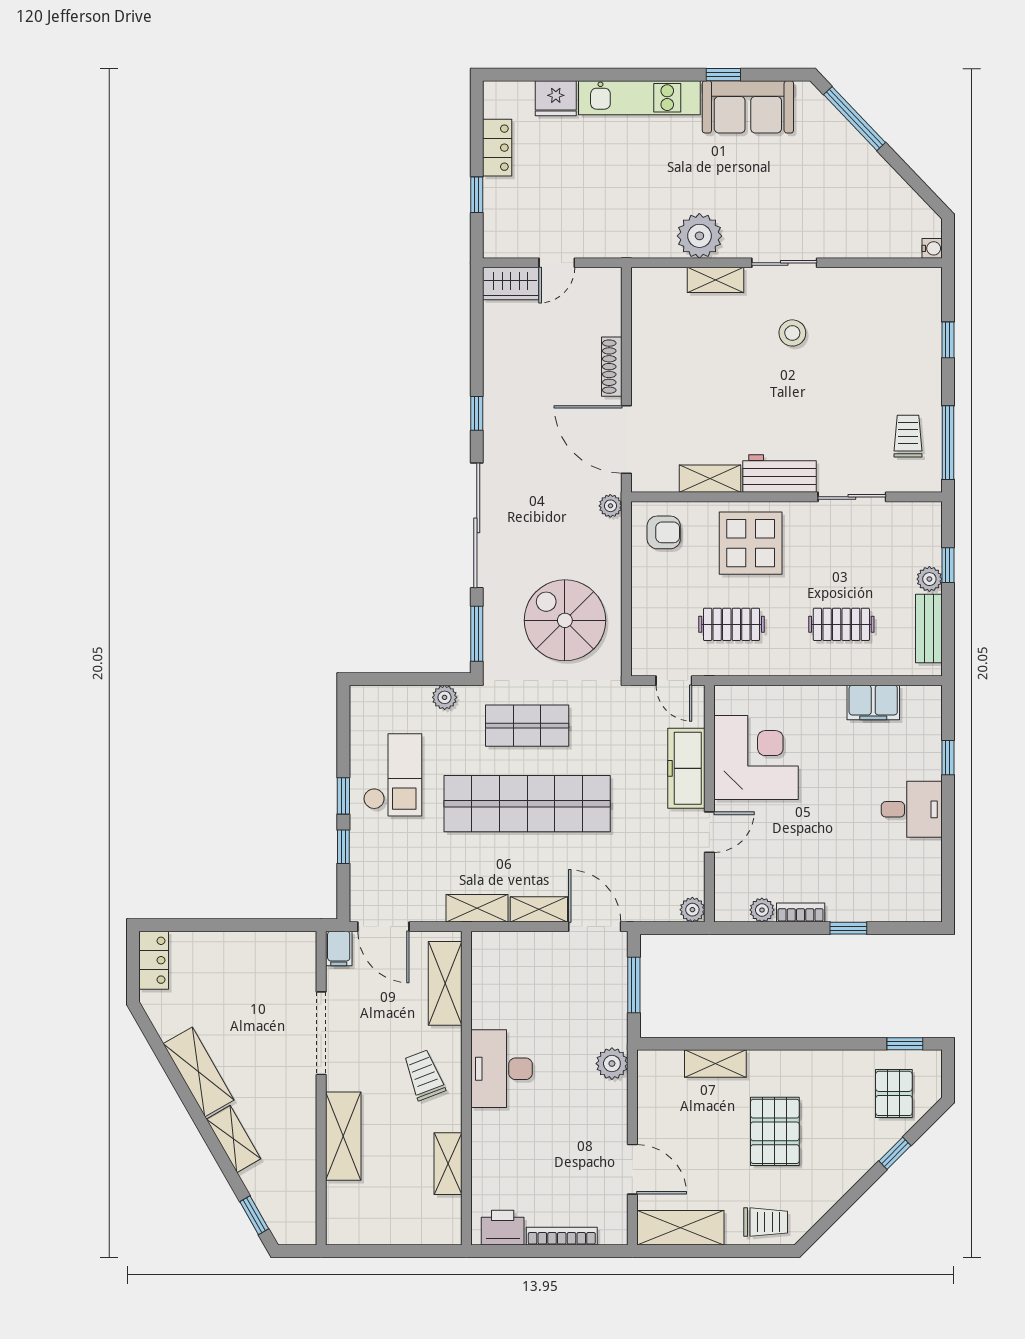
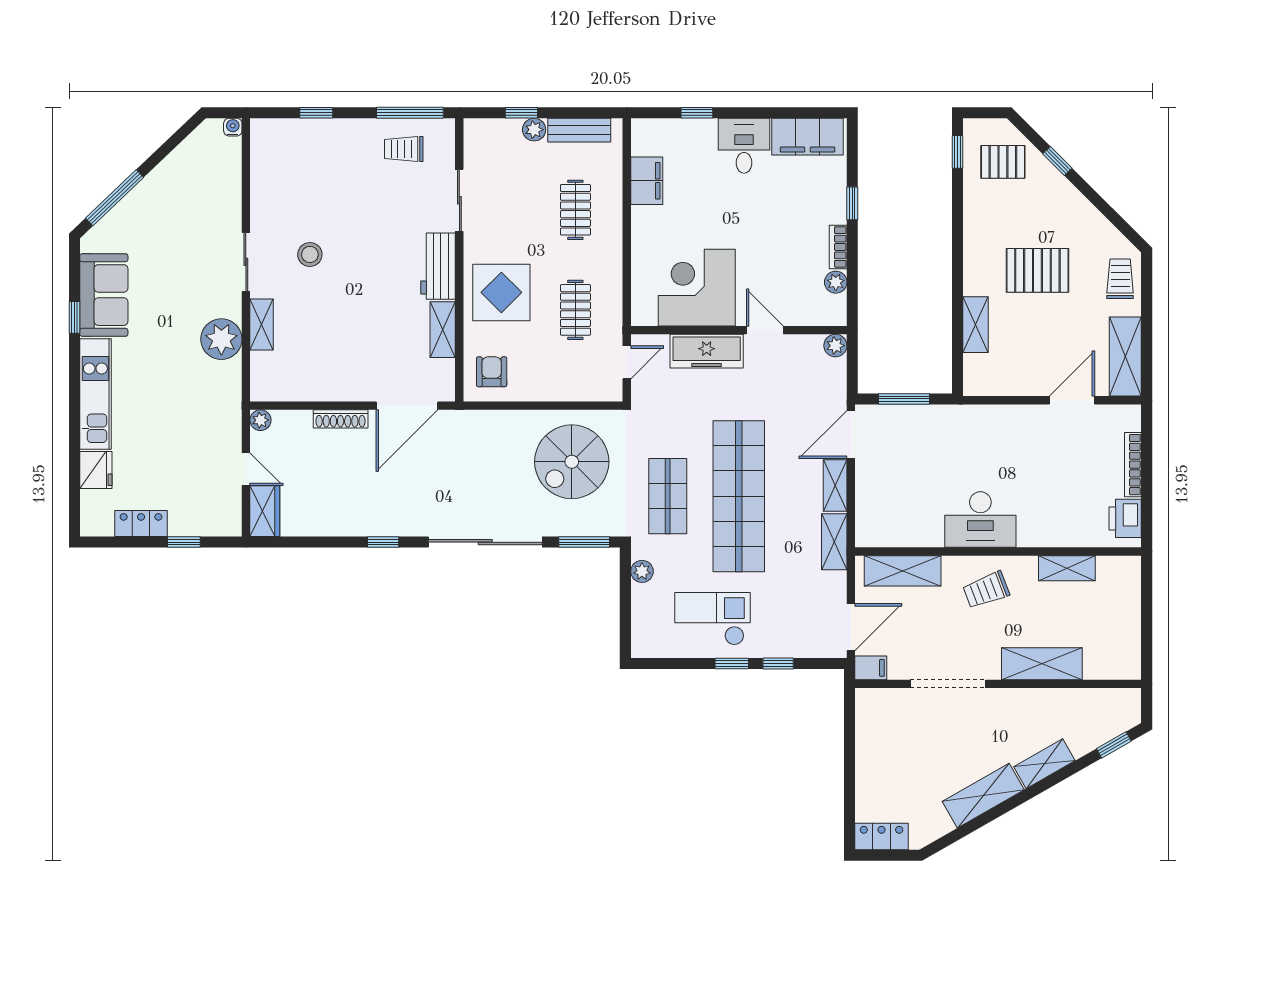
plant: (610, 506) -> (260, 420), moved
filing cabinet: (922, 879) -> (807, 137), added
plant: (612, 1064) -> (976, 419), removed

